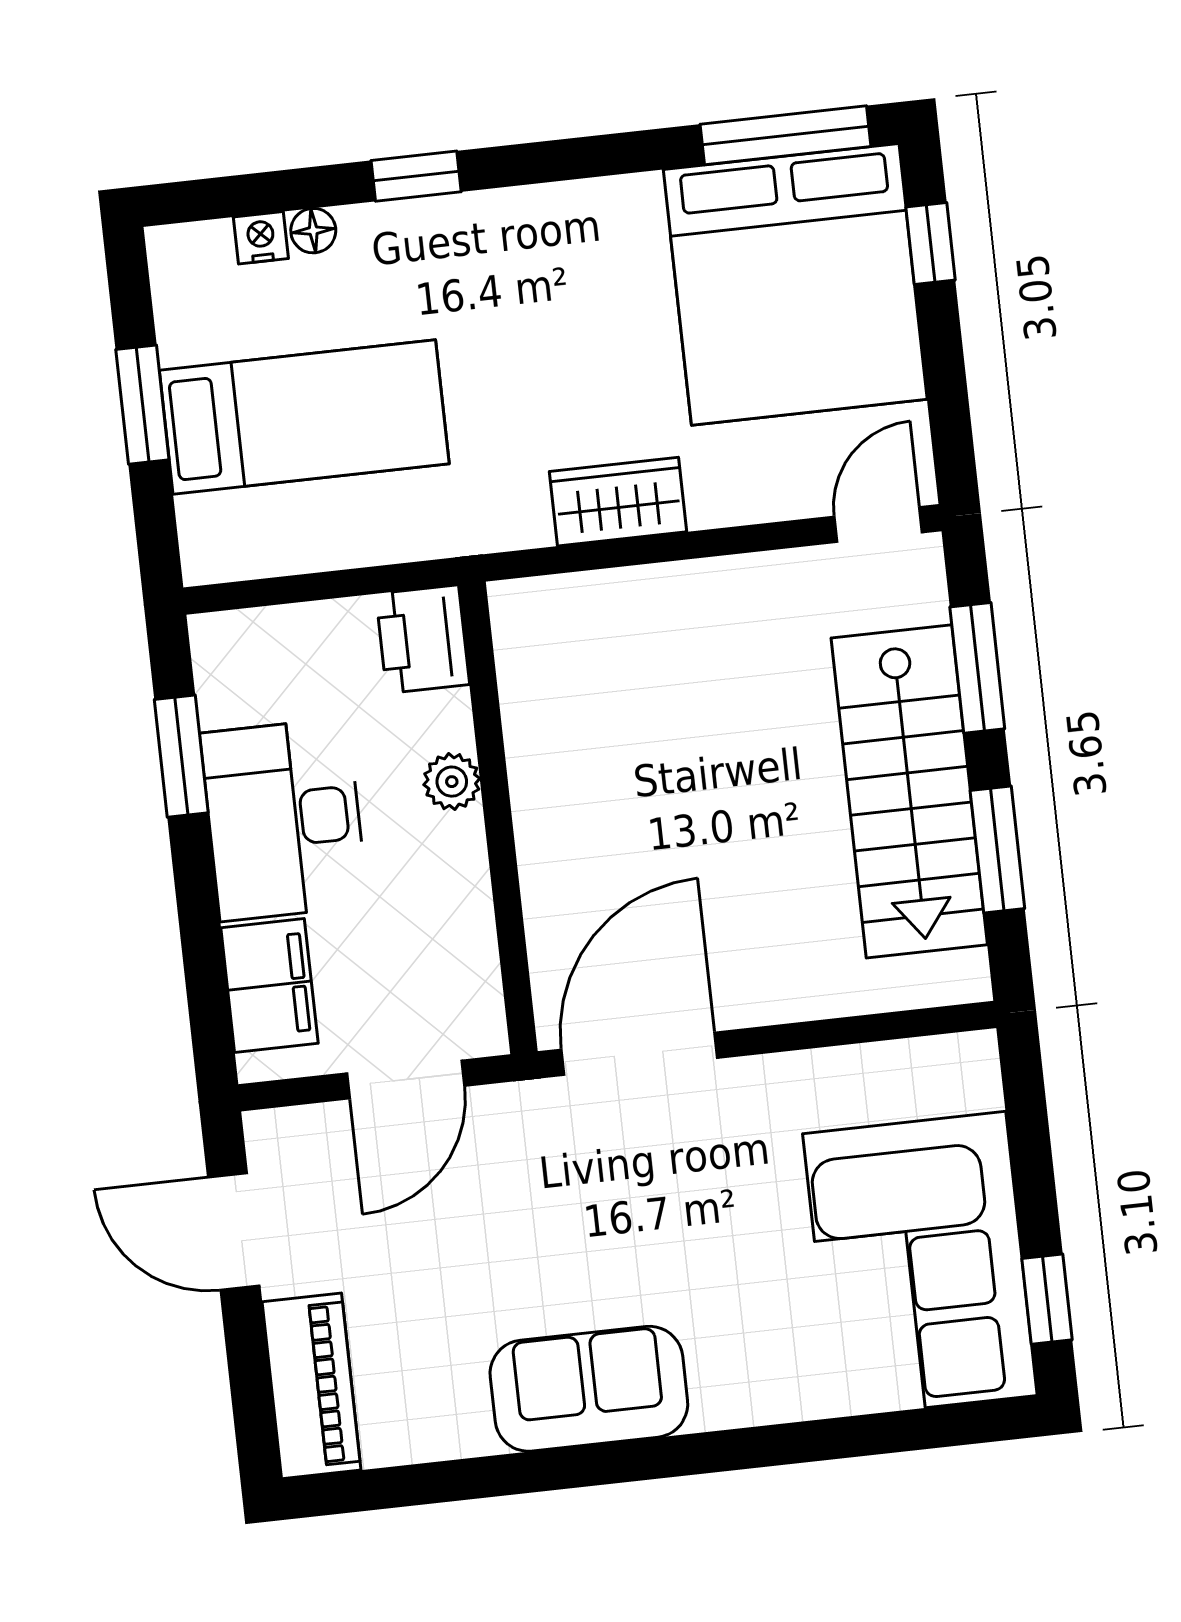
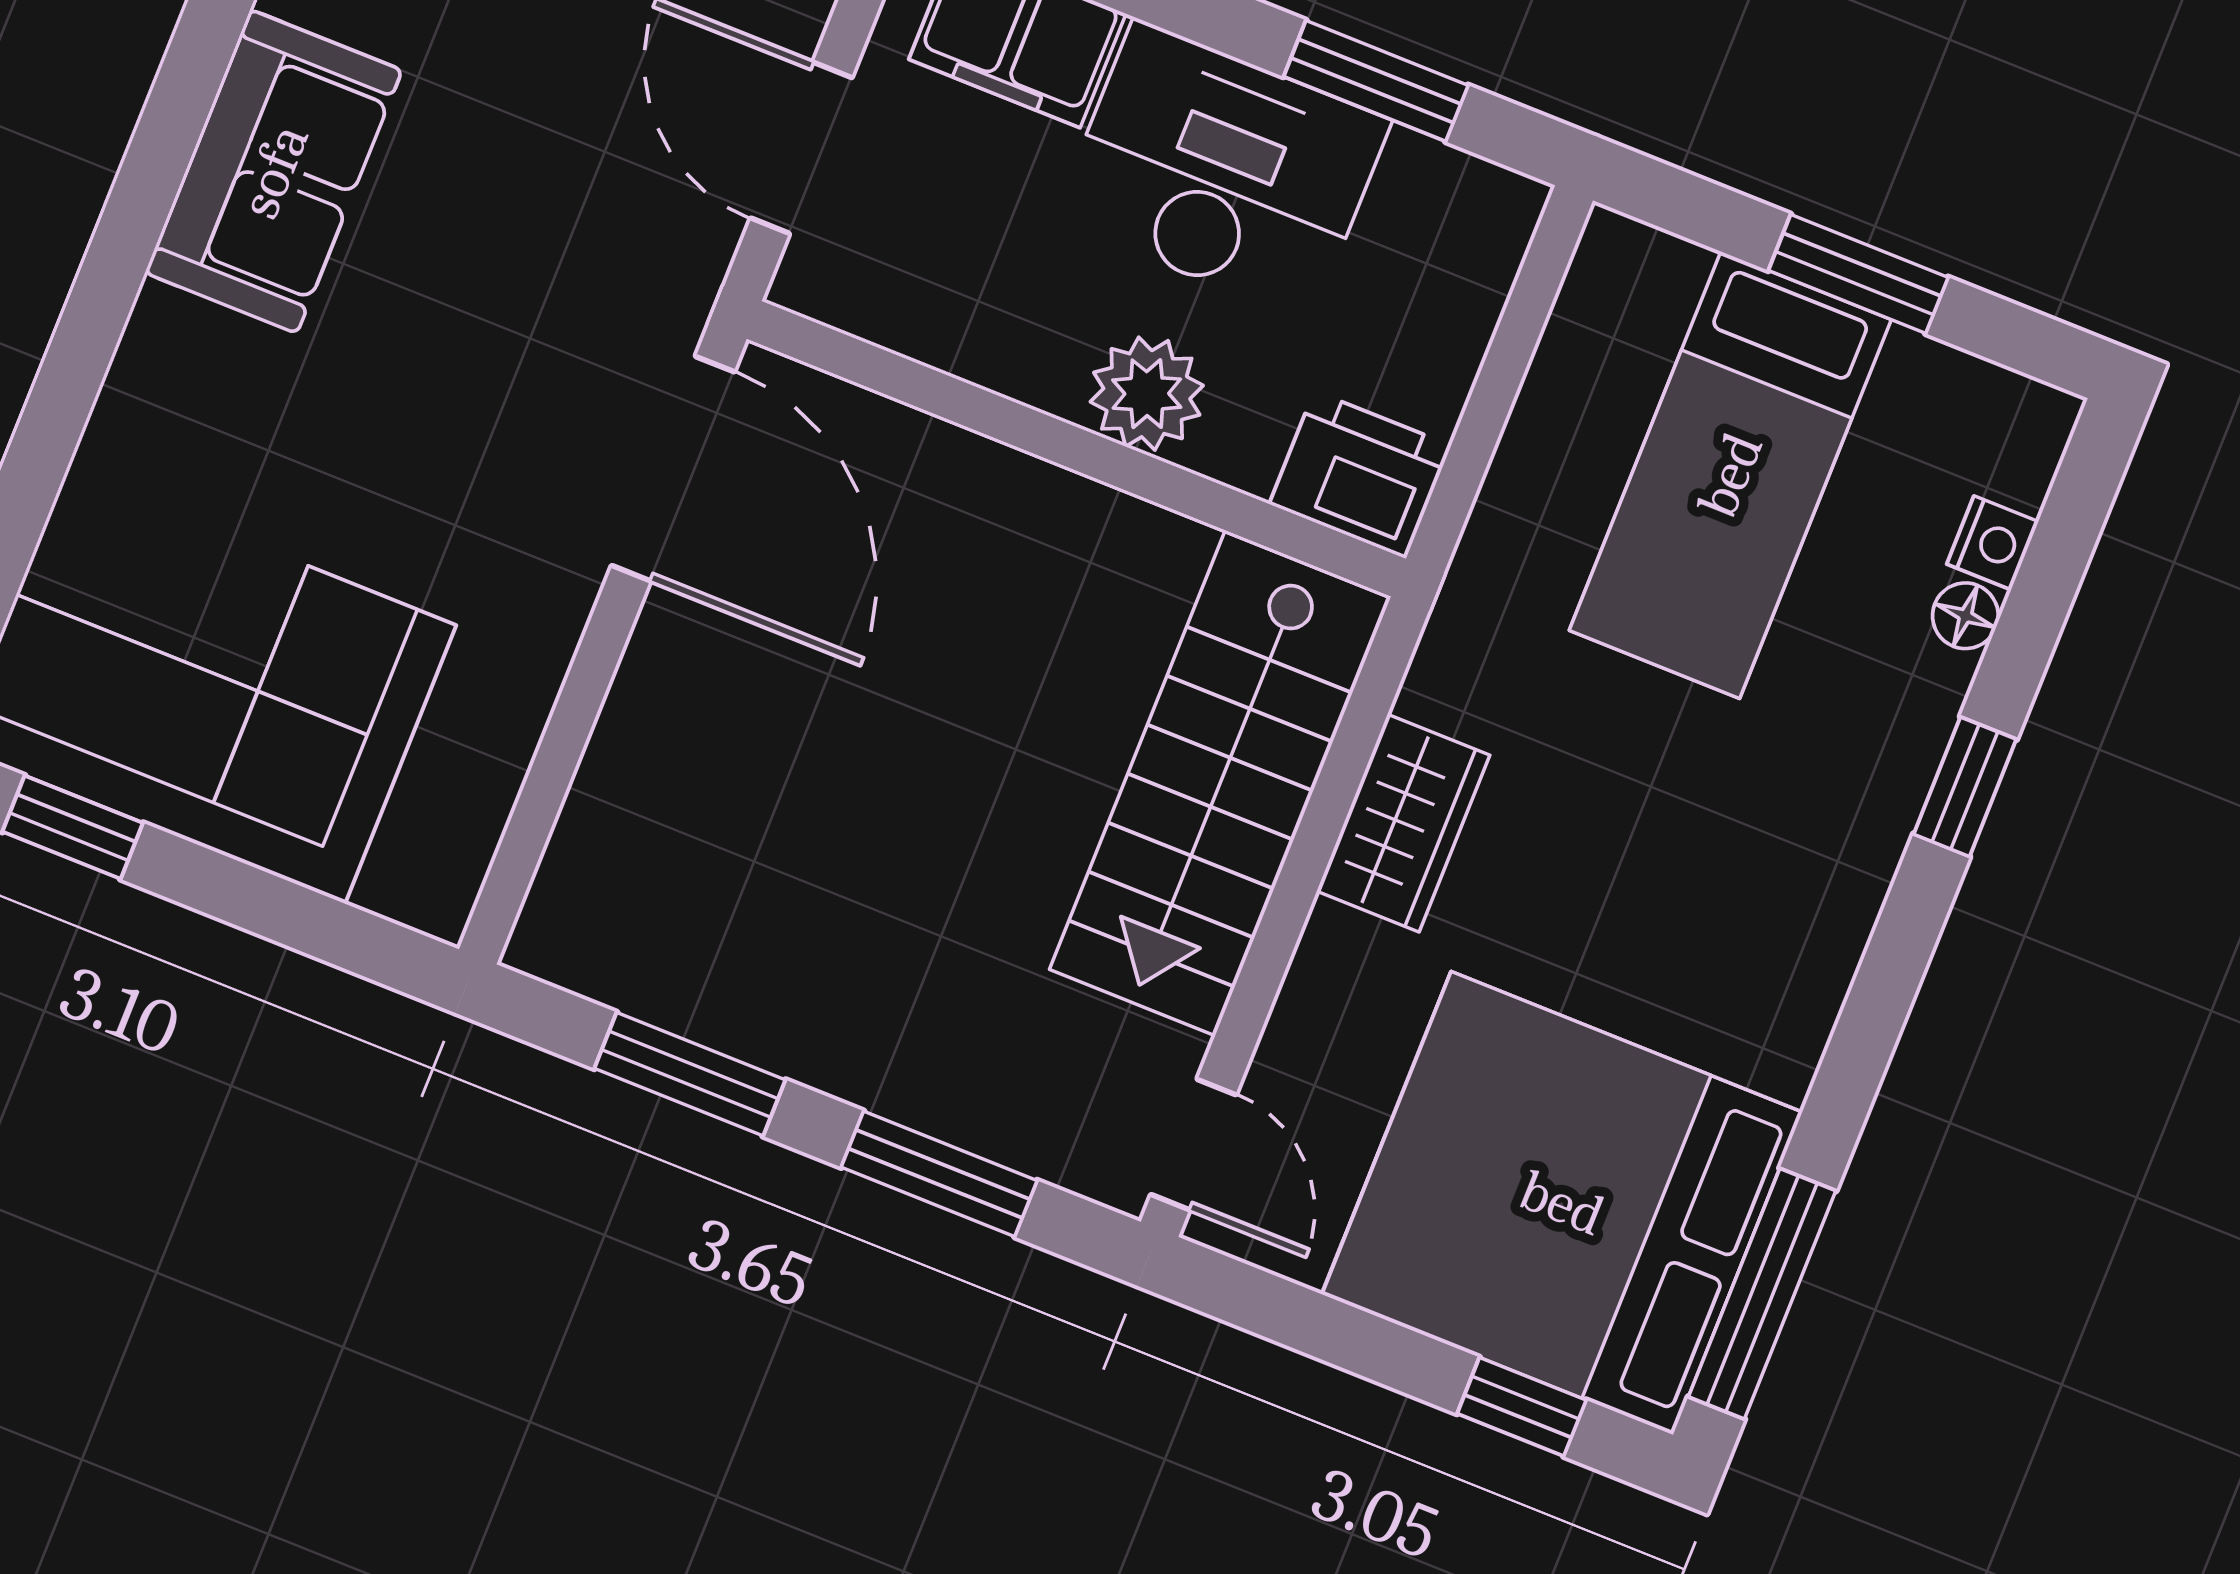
plant: (452, 782) -> (1147, 394), width x1.38, depth x1.38
stairs: (909, 791) -> (1220, 783), moved, turned -90

